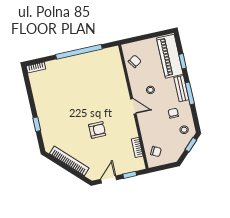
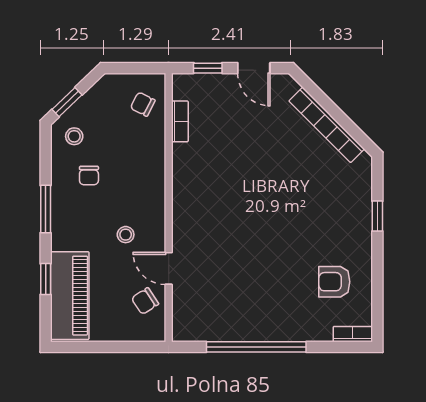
bench: (181, 89) -> (61, 223), removed
door: (133, 106) -> (169, 268), moved
armchair: (97, 130) -> (334, 282), moved
door: (109, 179) -> (254, 68), hinge flipped

